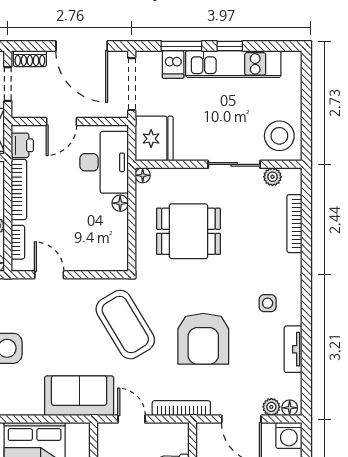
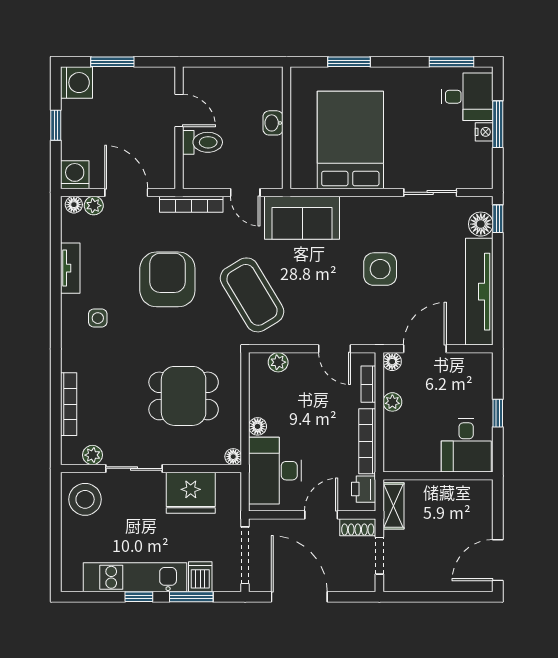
shoe rack: (30, 59) -> (358, 527), moved, turned 180
fridge: (154, 139) -> (191, 493), moved, turned -90
plant: (101, 262) -> (278, 362), added

